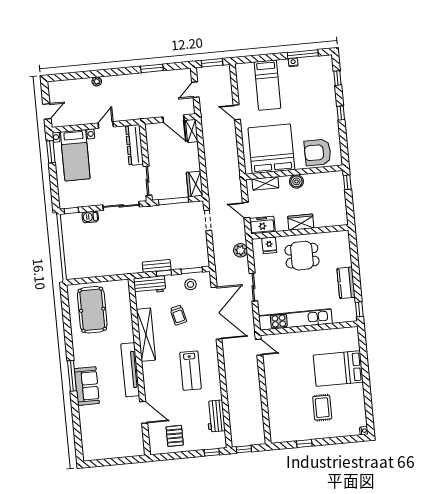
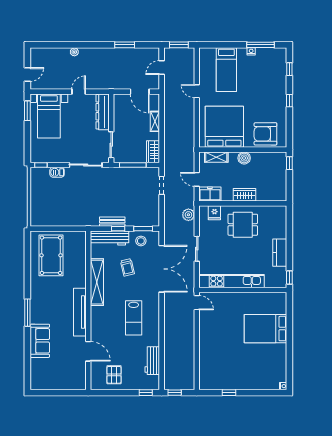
shelving: (192, 131) -> (155, 121), moved
workbench: (150, 285) -> (109, 238), width x1.38
sofa: (87, 386) -> (40, 341), moved
rug: (322, 408) -> (248, 362), removed

